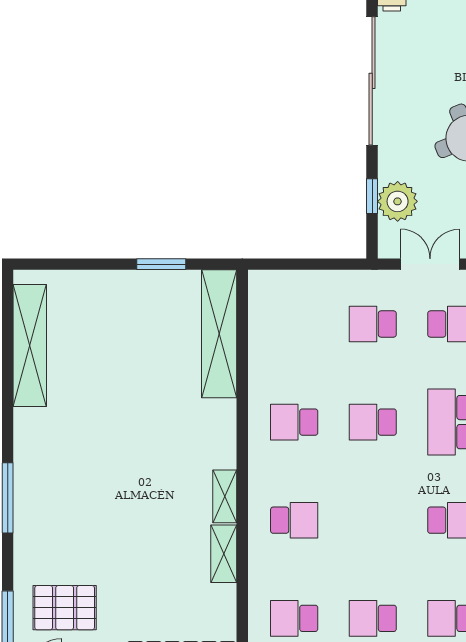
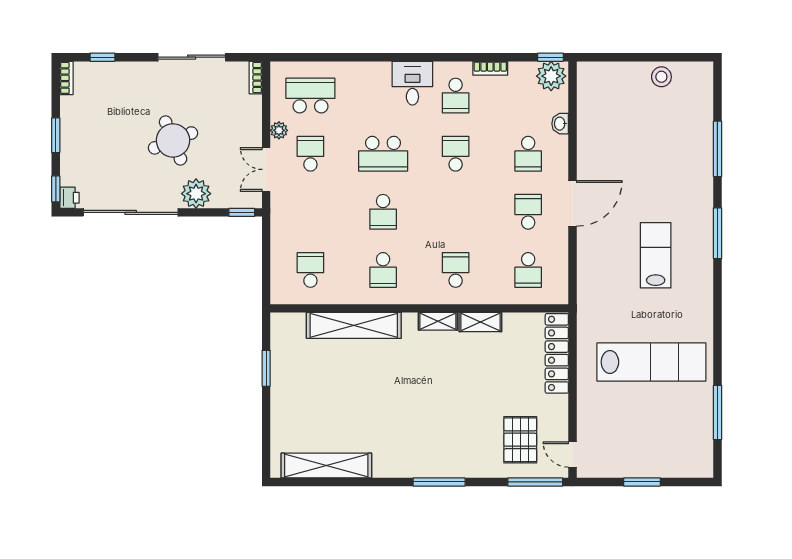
window: (372, 196) -> (242, 212), moved
plant: (398, 201) -> (196, 194), moved
school desk: (373, 324) -> (310, 270), moved, turned 180
shelving: (219, 334) -> (354, 325), moved
school desk: (373, 618) -> (528, 212), turned 180

